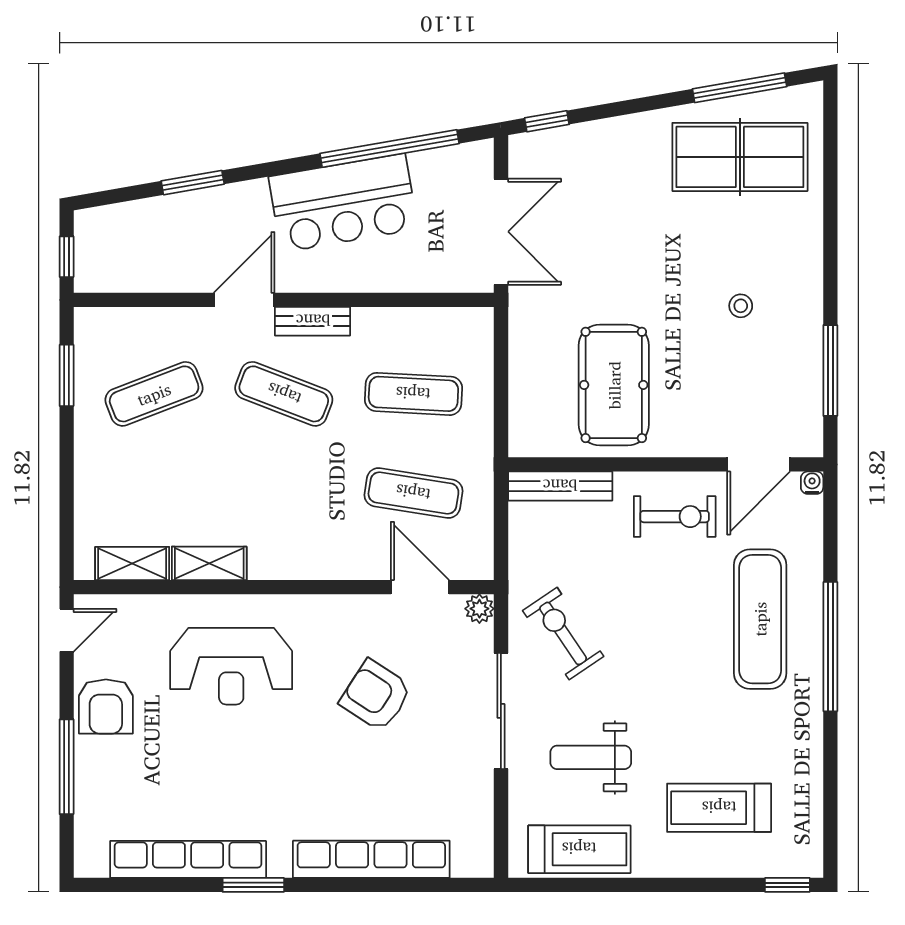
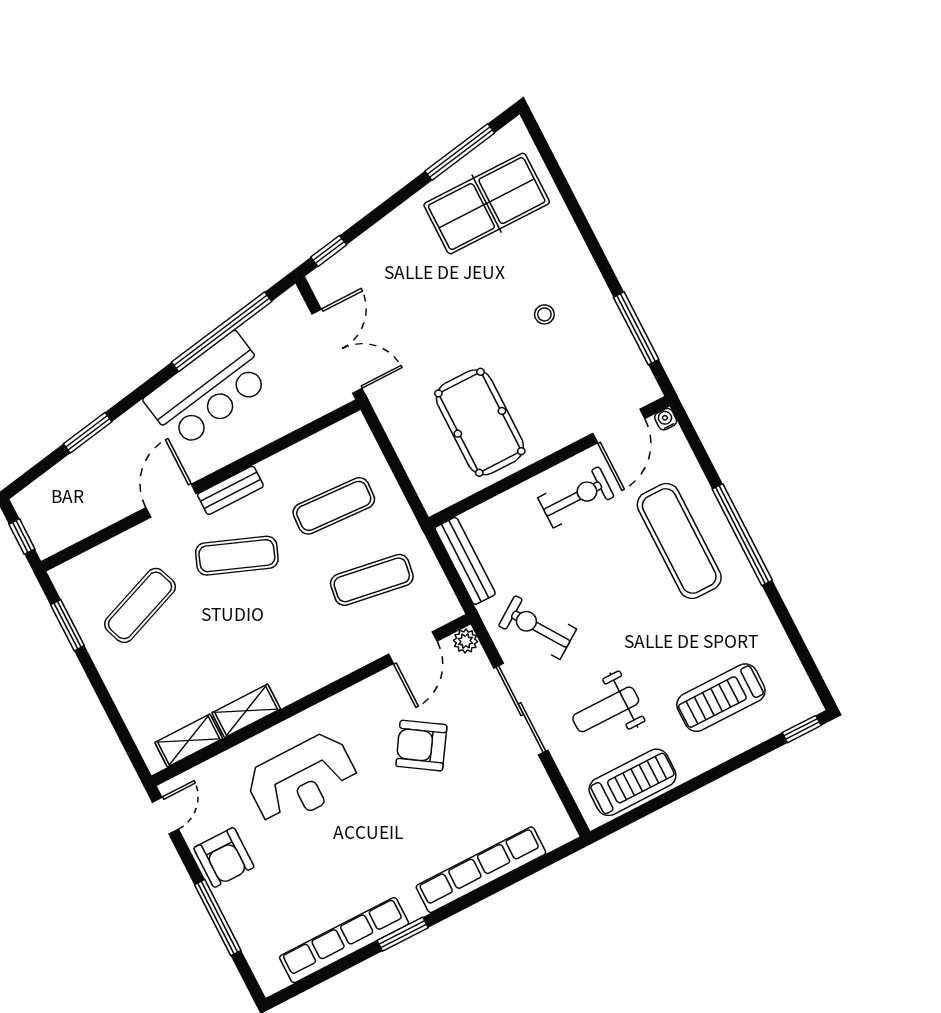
bench: (560, 486) -> (465, 561), moved, turned 90
door: (420, 587) -> (413, 648), swing flipped

